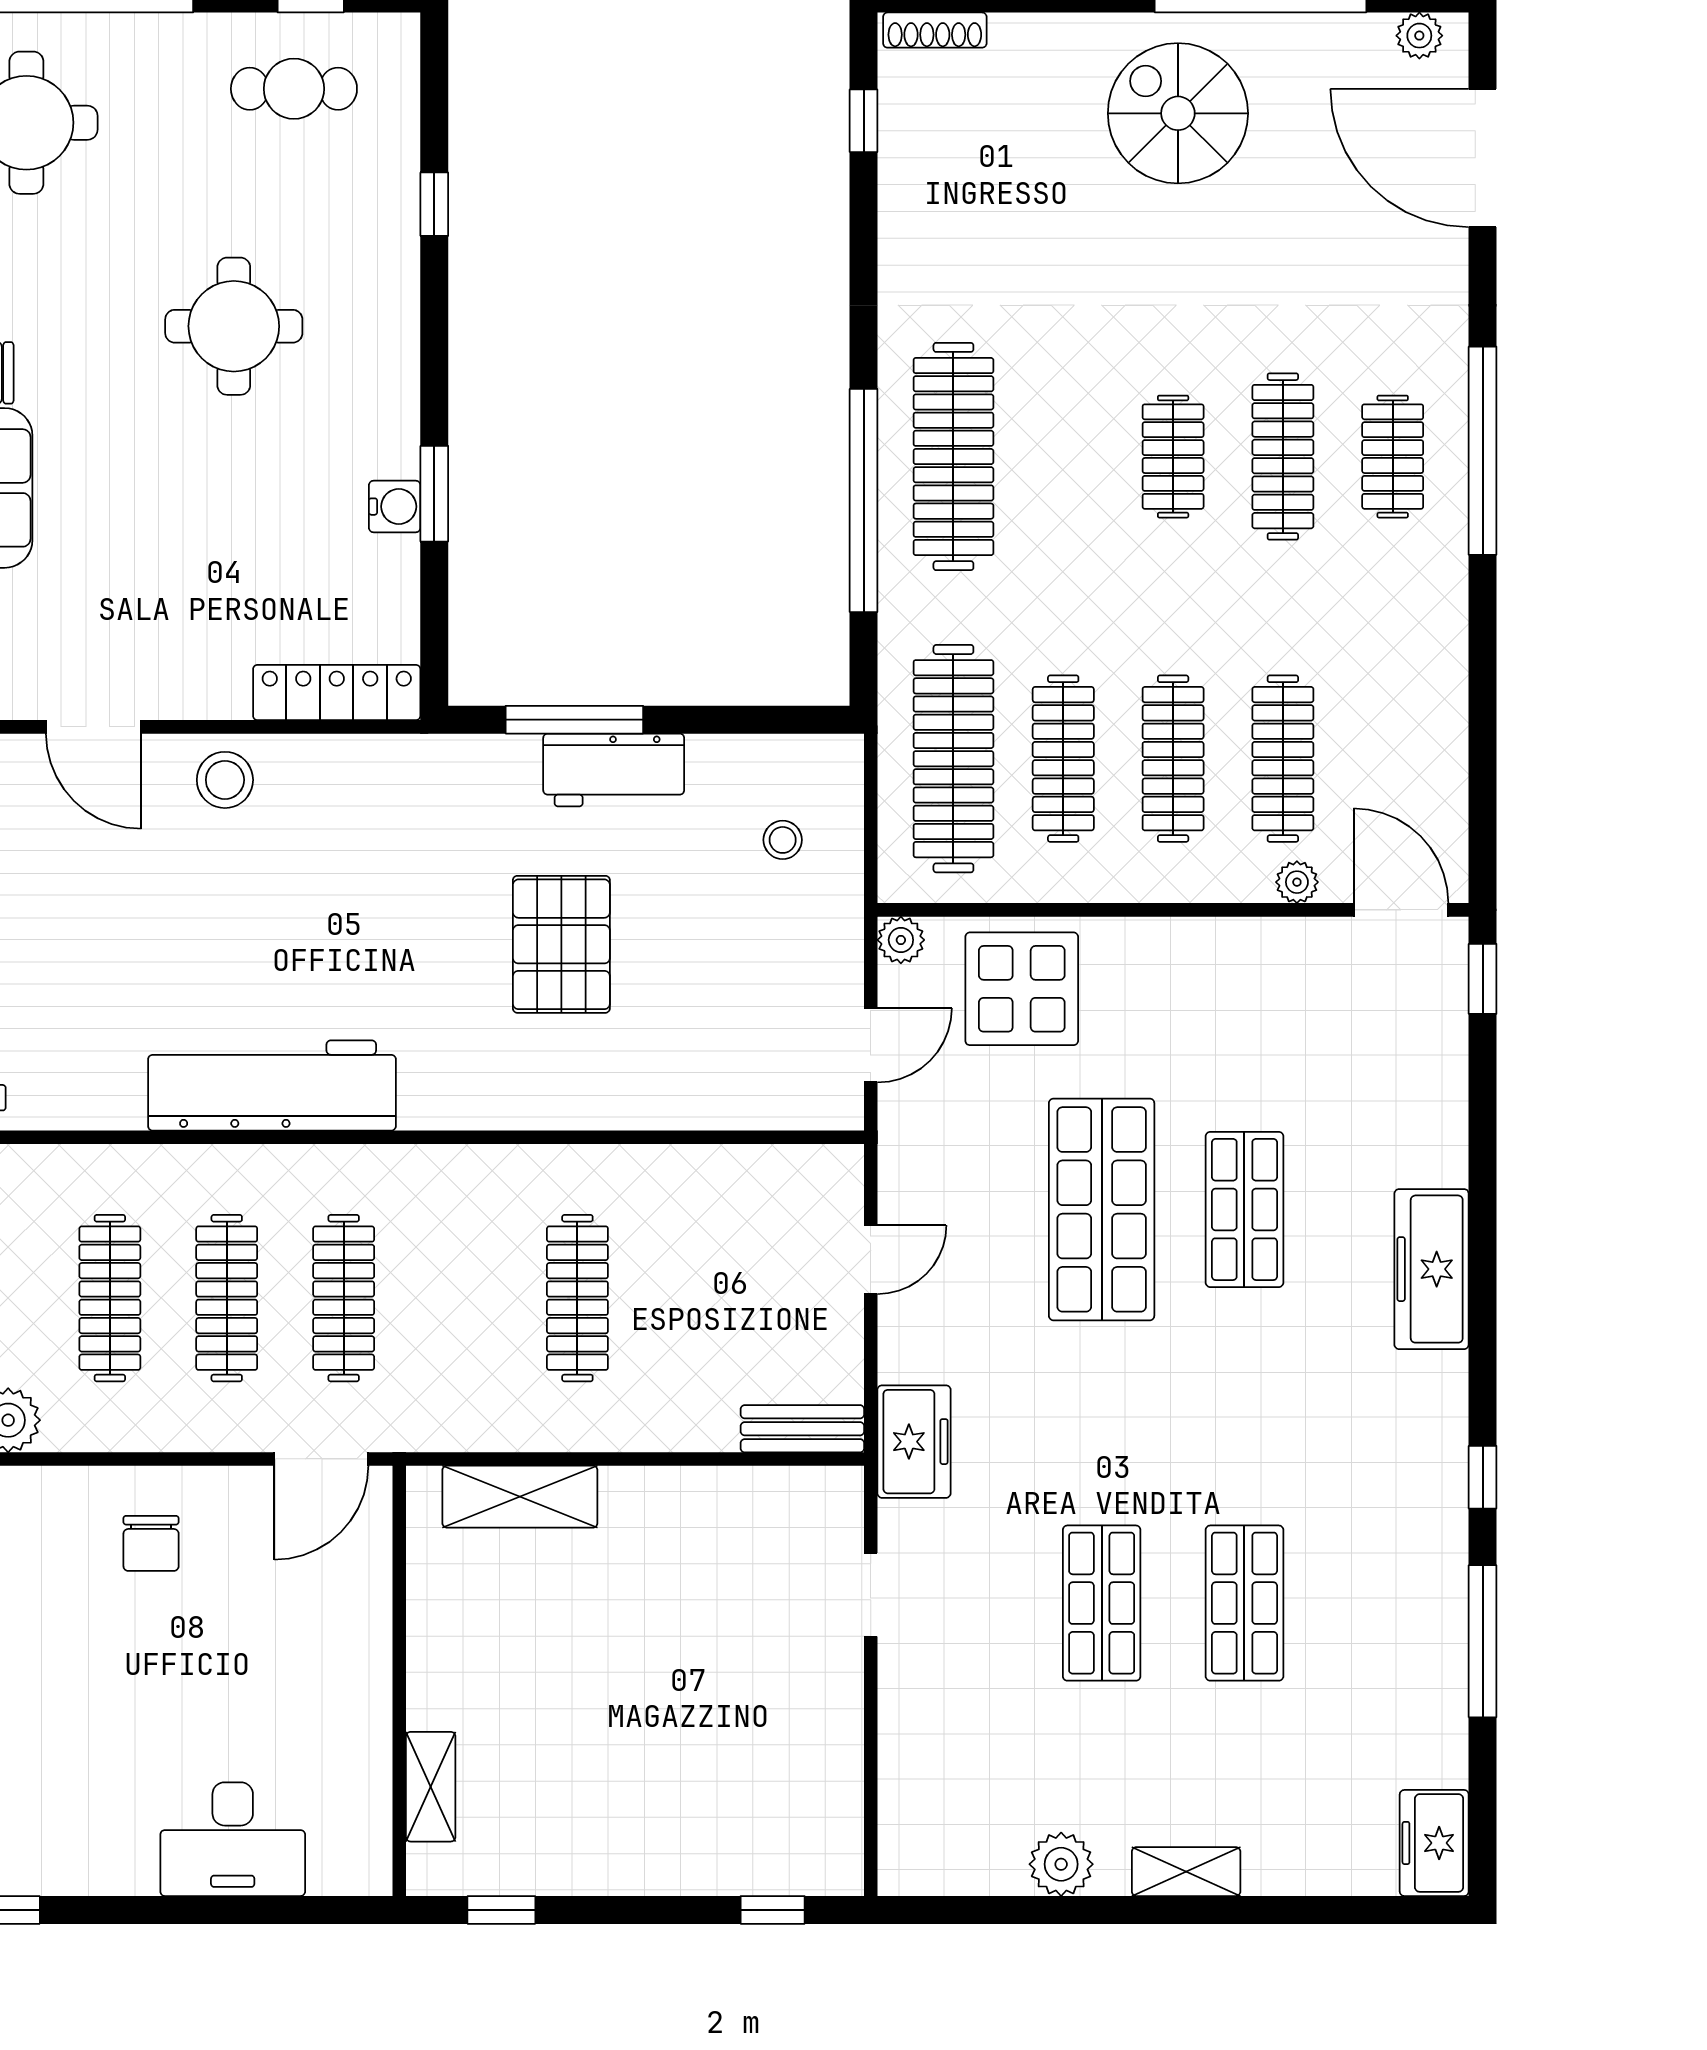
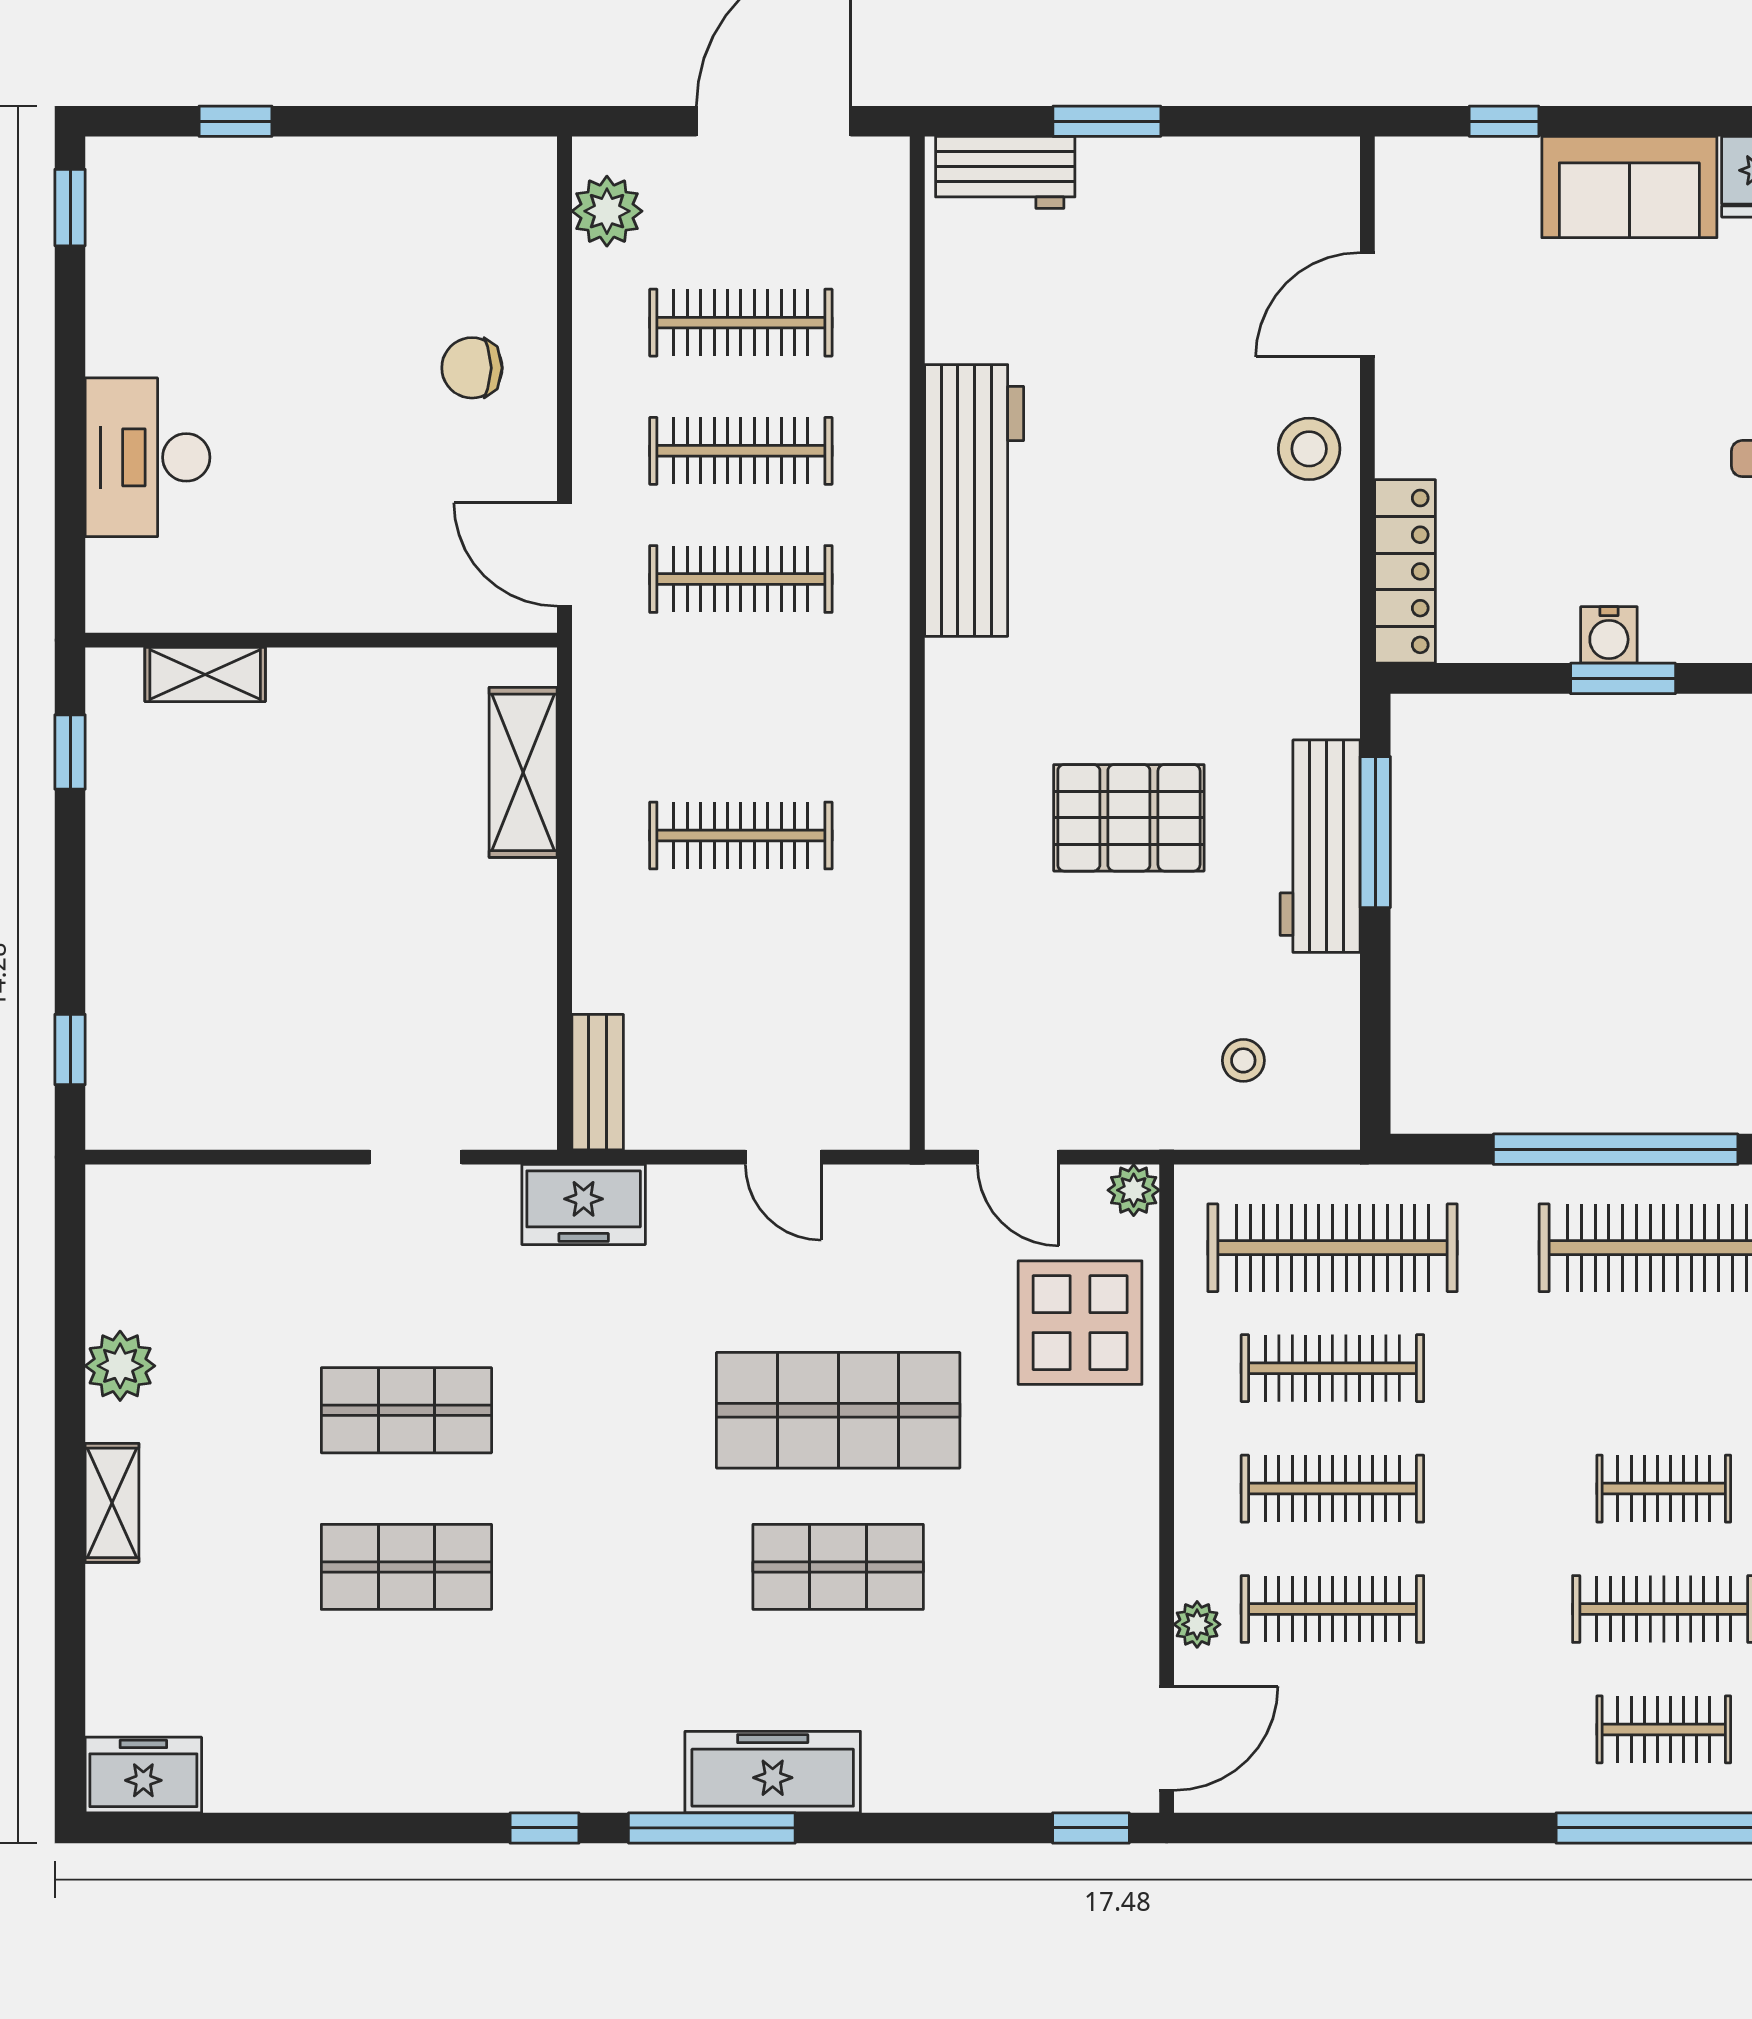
workbench: (614, 770) -> (1320, 846), width x1.37
window: (1483, 1641) -> (712, 1828), moved

